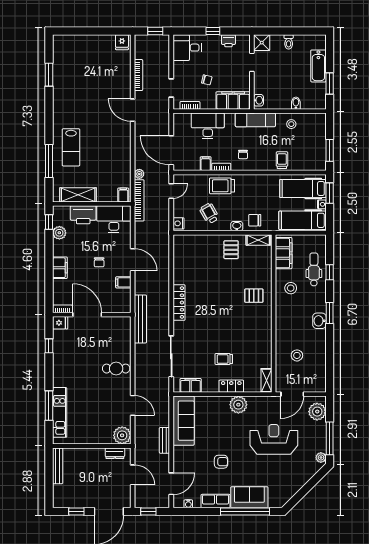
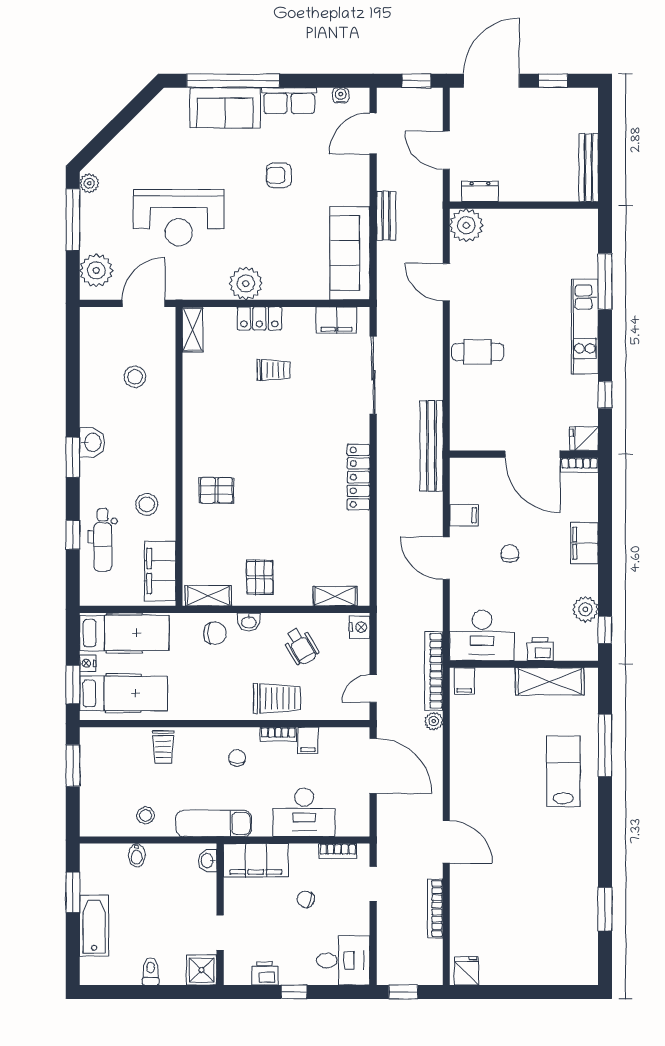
printer: (83, 215) -> (540, 649), width x0.53, depth x0.68
shelving: (191, 240) -> (335, 596), added
kitchen unit: (60, 412) -> (585, 327), moved

